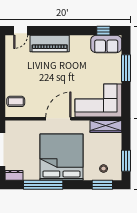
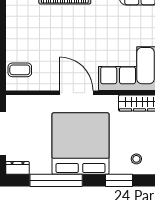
door: (58, 119) -> (76, 93), hinge flipped
window: (102, 185) -> (119, 180), moved

